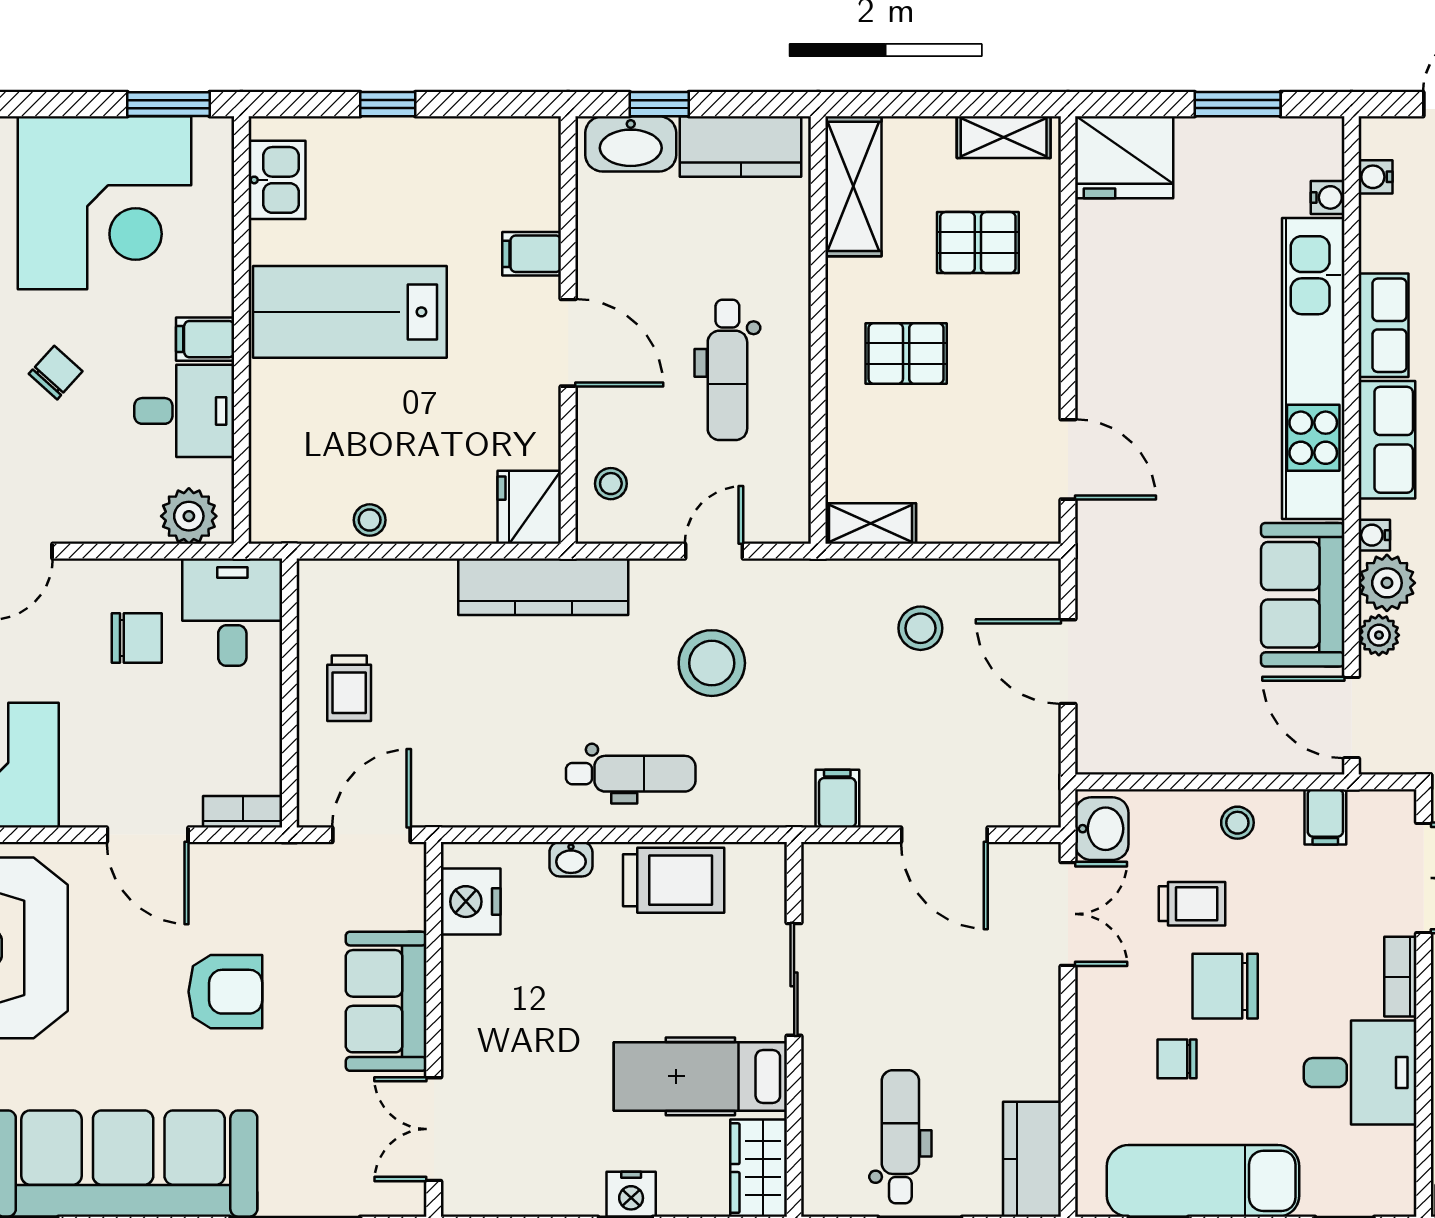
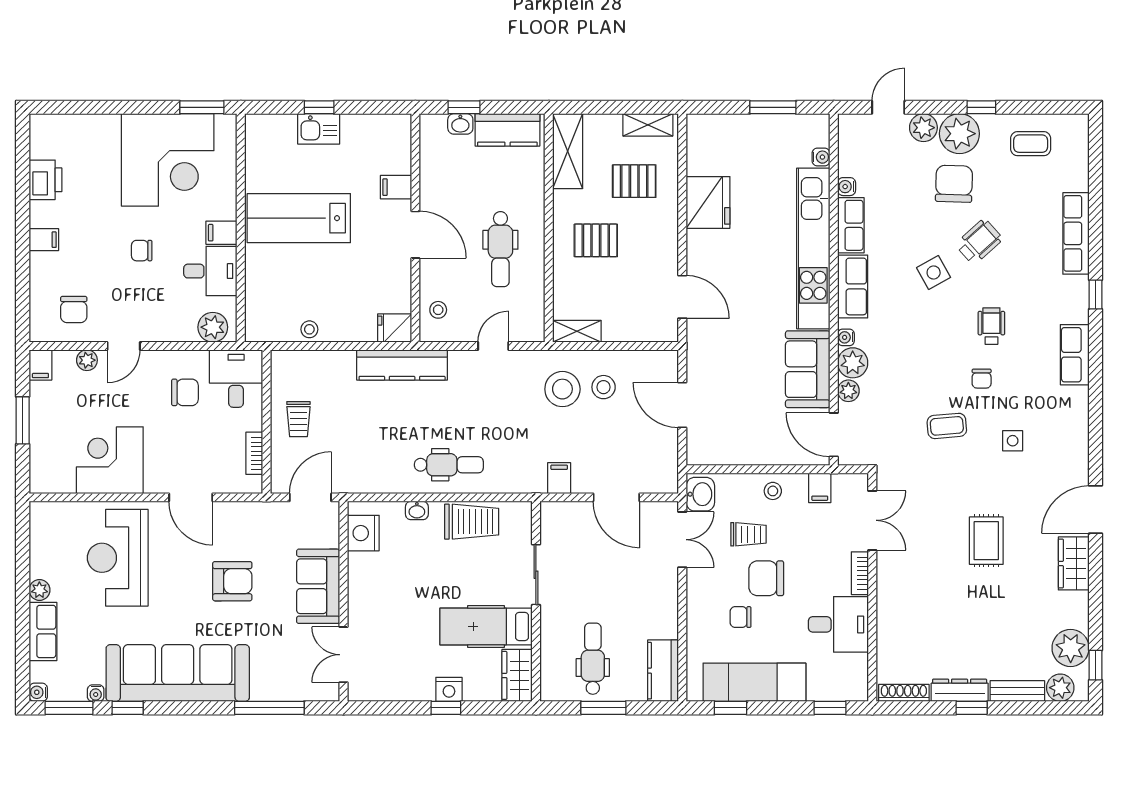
washbasin: (631, 144) -> (460, 124), width x0.52, depth x0.69
fridge: (1125, 157) -> (708, 202), moved, turned -90
water cooler: (1376, 177) -> (847, 187), moved
kitchen sink: (277, 180) -> (319, 129), moved, turned 90
chair: (56, 373) -> (142, 251), turned -132
fridge: (529, 507) -> (395, 328), width x0.72
stool: (712, 663) -> (562, 389), moved
bookcase: (243, 812) -> (254, 453), moved, turned -90

